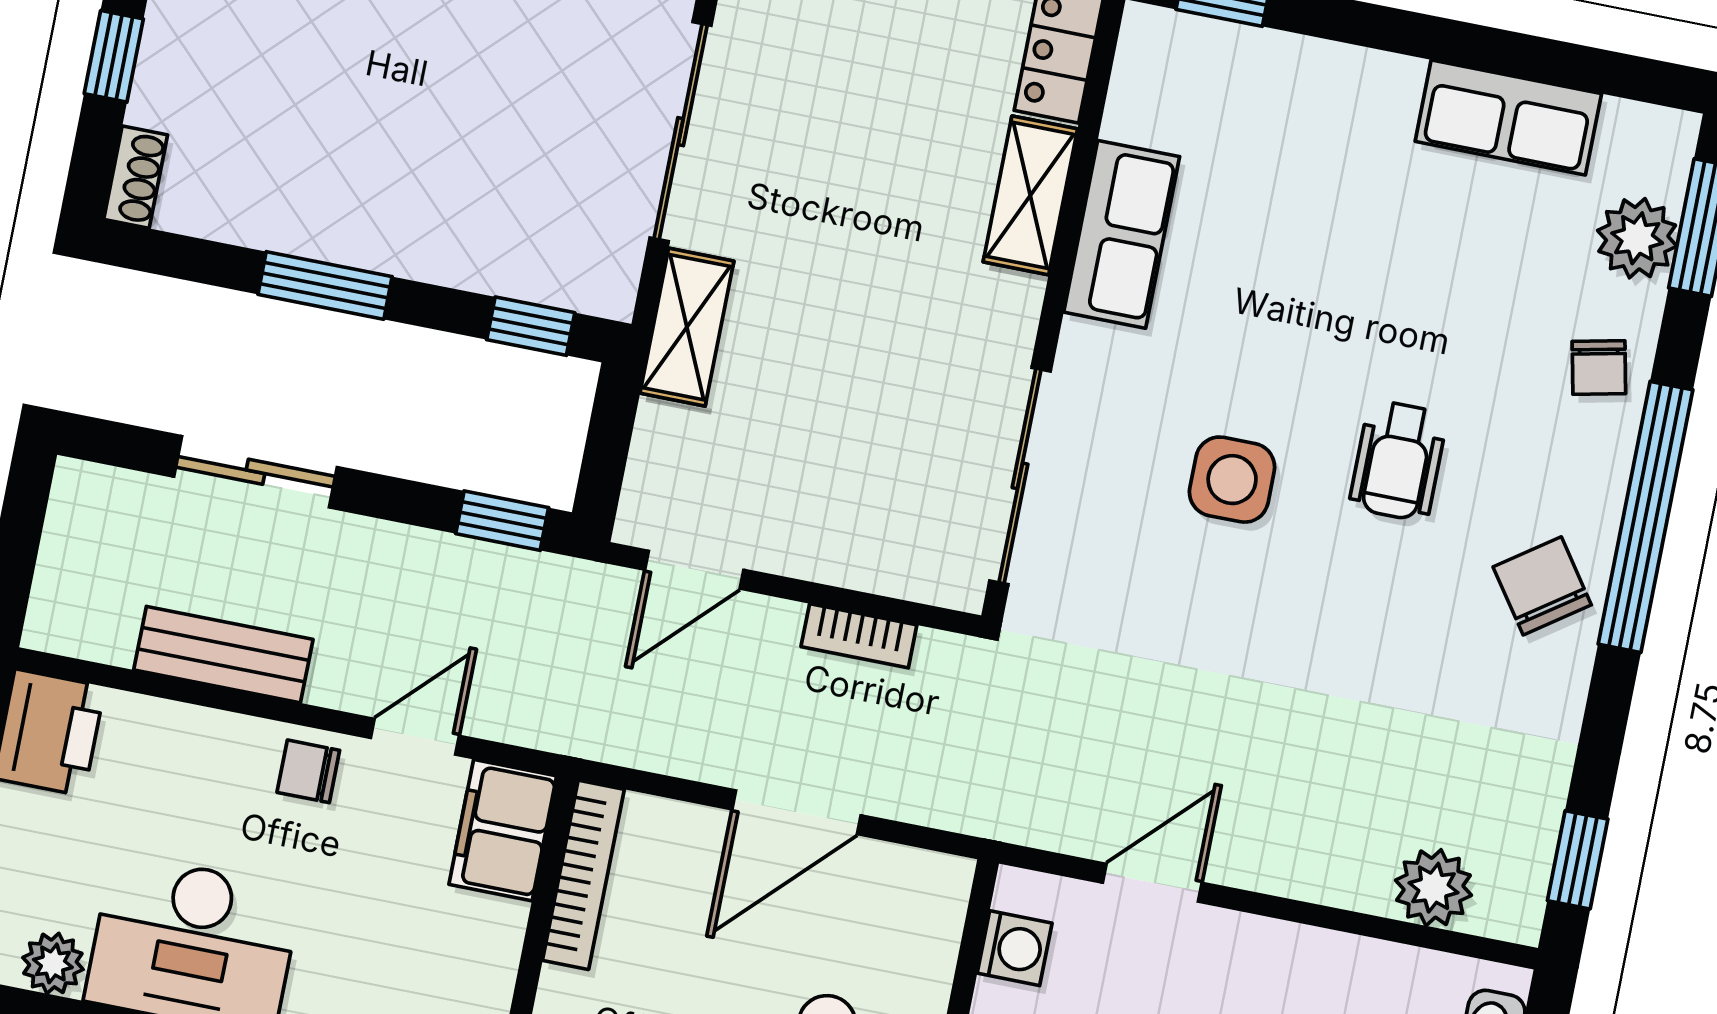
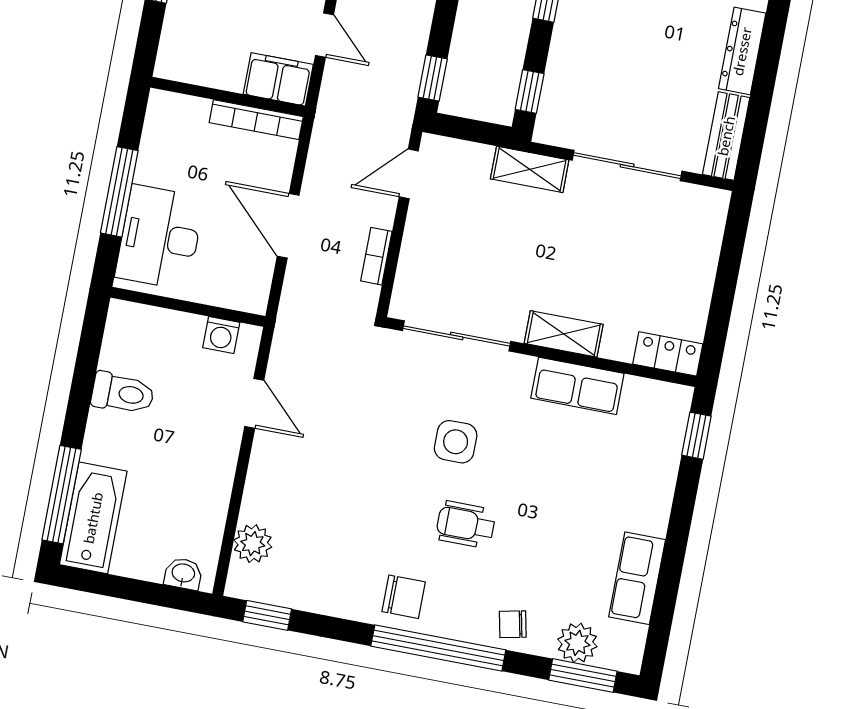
shelving: (1030, 195) -> (564, 334), moved
door: (694, 570) -> (409, 174), hinge flipped
chair: (1542, 586) -> (404, 597), turned 35

